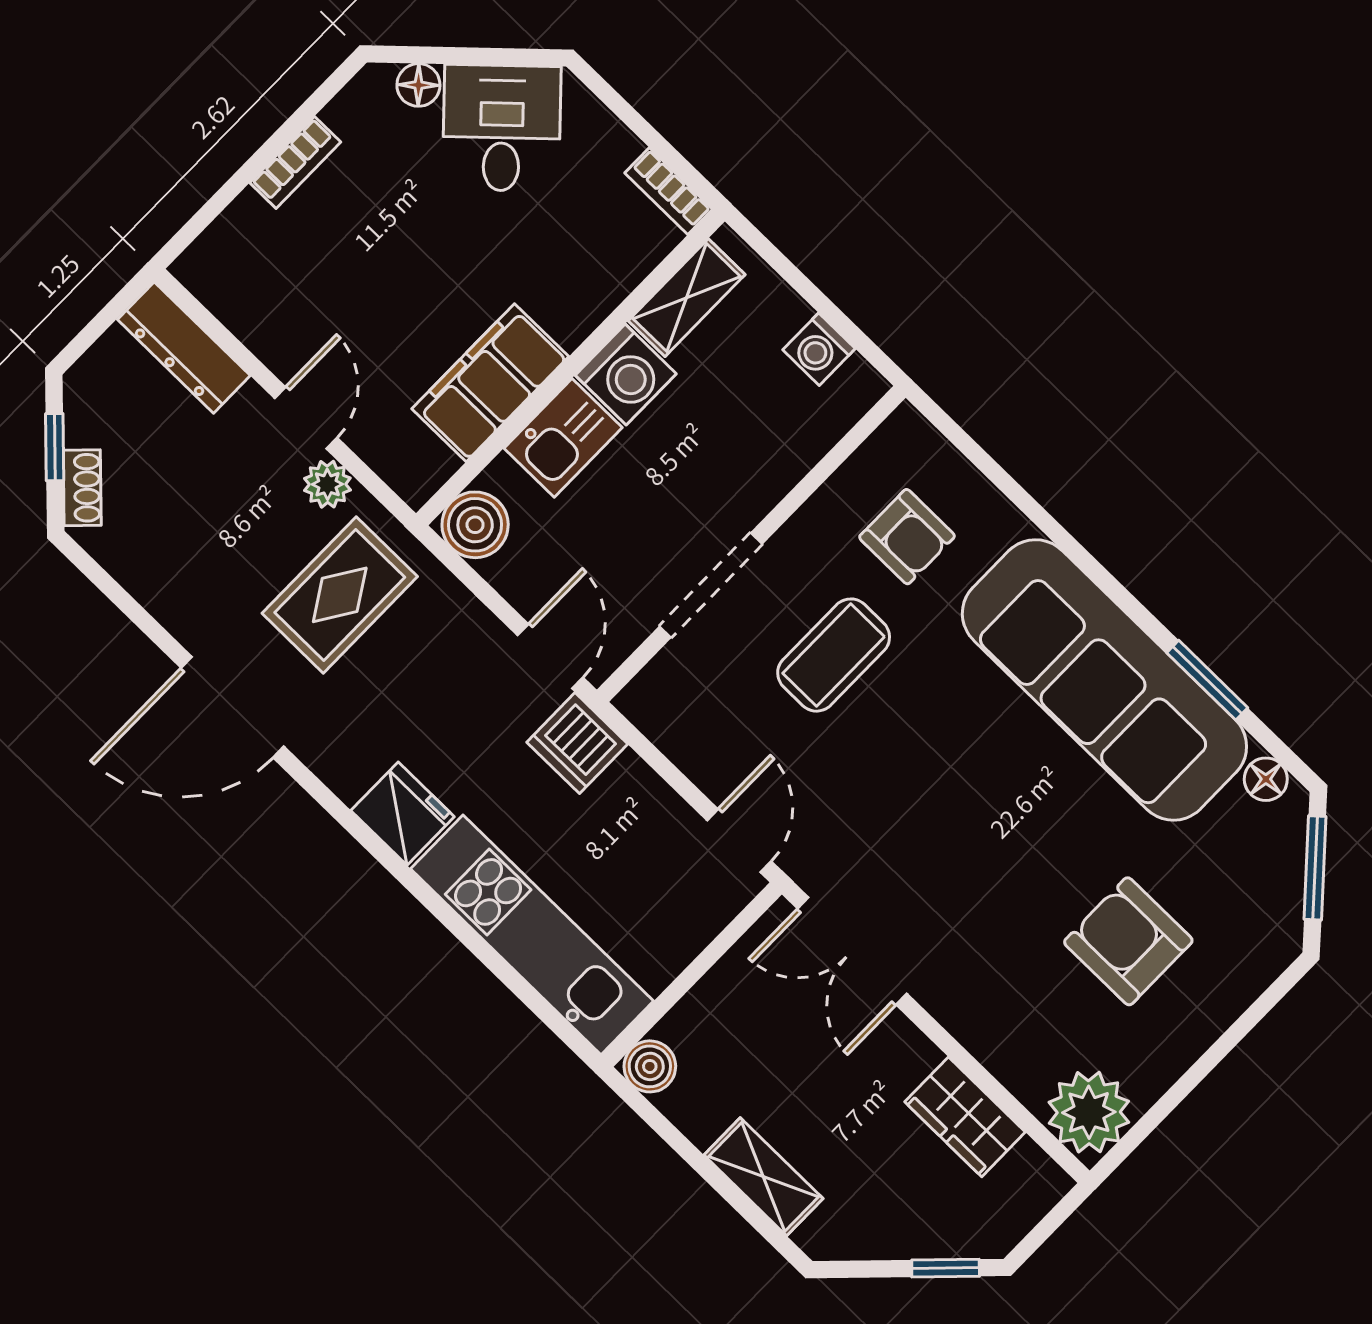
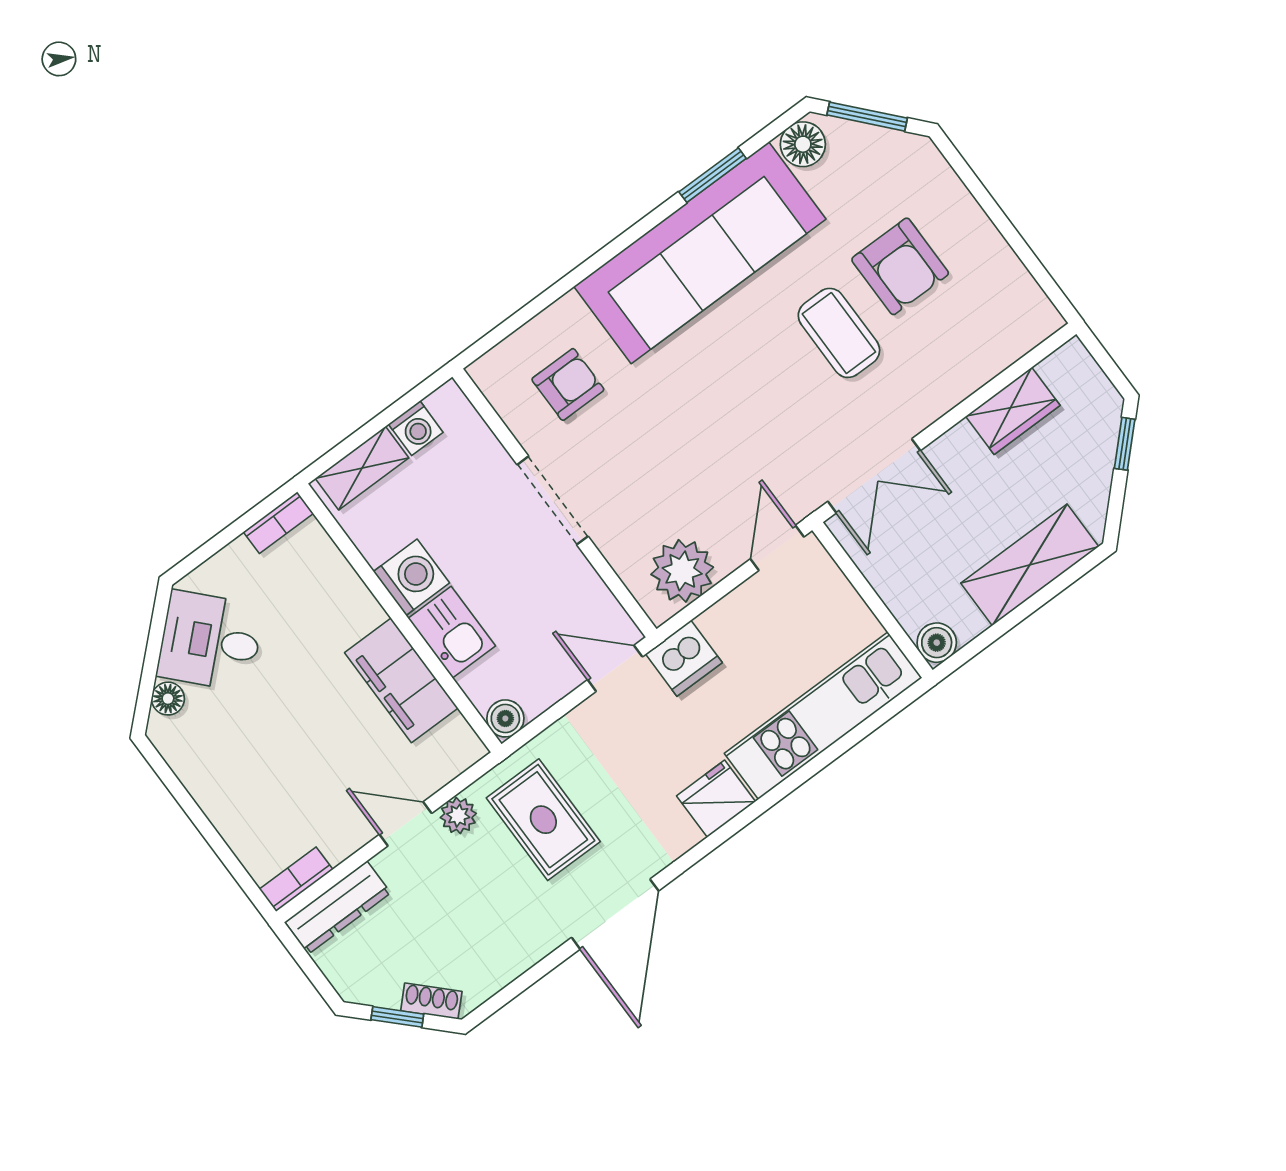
bookcase: (295, 162) -> (296, 879), moved, turned -90
shelving: (687, 298) -> (362, 468), moved, turned 90
boiler: (475, 525) -> (505, 718), width x0.73, depth x0.73
doorway: (711, 585) -> (553, 500), moved
coffee table: (834, 655) -> (839, 333), moved
floor lamp: (1266, 779) -> (803, 144), width x1.37, depth x1.37
door: (739, 841) -> (777, 548), hinge flipped
armchair: (1128, 941) -> (900, 266), turned -90
plant: (1089, 1112) -> (682, 571), moved
shelving: (763, 1177) -> (1030, 565), width x1.50, depth x1.33

